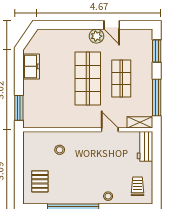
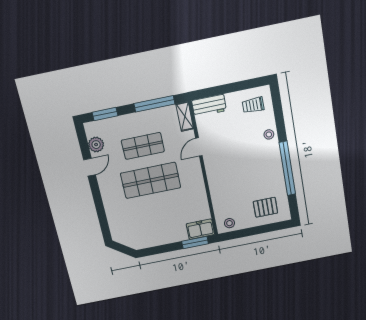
plant: (96, 36) -> (96, 145), moved
freezer: (31, 66) -> (200, 229), moved
stool: (60, 150) -> (229, 223), moved

